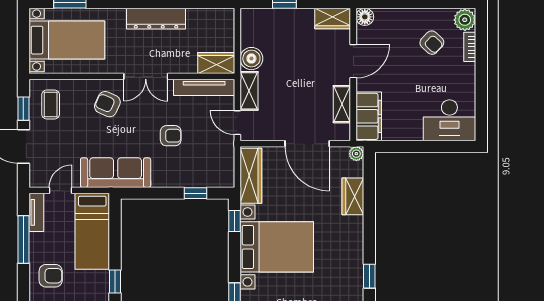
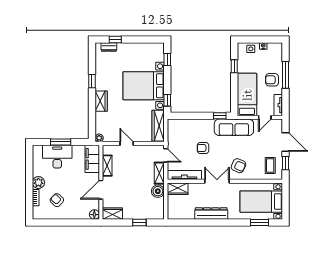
plant: (465, 20) -> (38, 183), moved
desk: (449, 120) -> (57, 157), moved
door: (307, 144) -> (127, 144), width x0.53
window: (425, 146) -> (61, 142), added
window: (196, 193) -> (220, 116), moved
wardrobe: (353, 196) -> (101, 101), moved
window: (23, 239) -> (285, 75), moved
armchair: (51, 276) -> (272, 80), moved
window: (369, 276) -> (92, 81), moved

